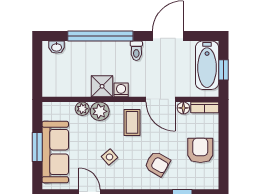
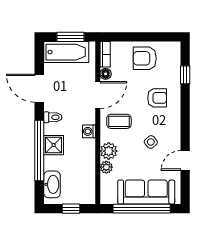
washbasin: (57, 47) -> (52, 184), width x1.91, depth x1.45
window: (223, 70) -> (70, 37), width x1.50
window: (37, 71) -> (71, 209), added
shower: (102, 86) -> (54, 145), moved
window: (37, 147) -> (142, 209), width x2.11
armchair: (157, 164) -> (157, 98), turned 60

